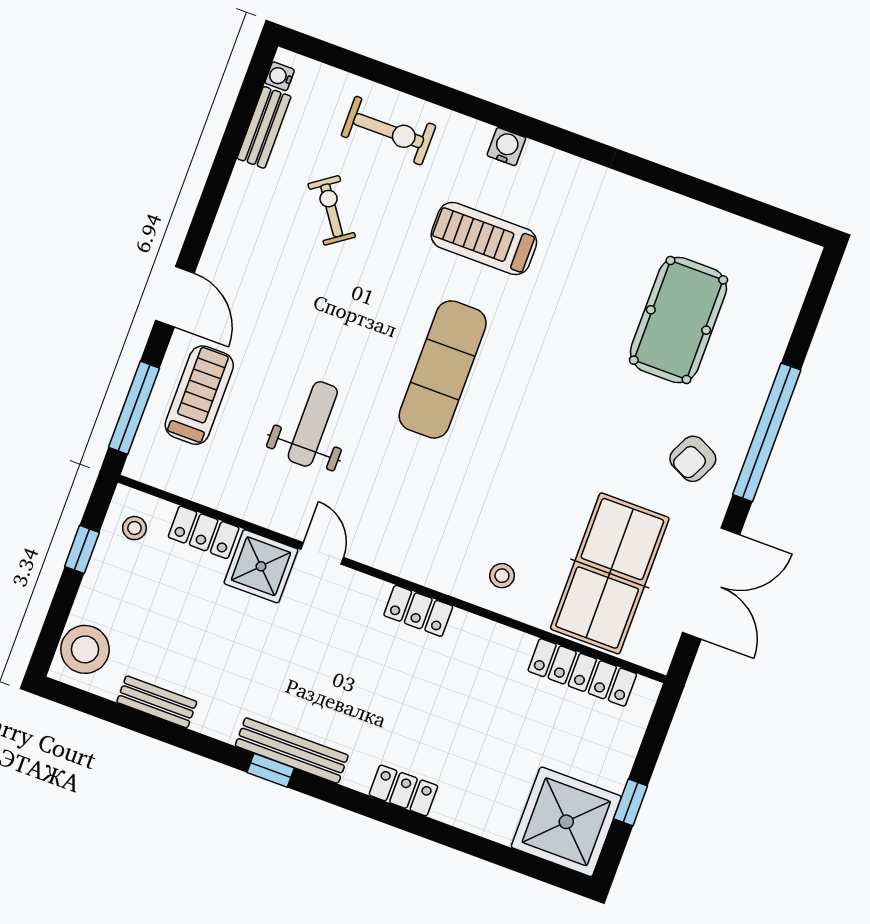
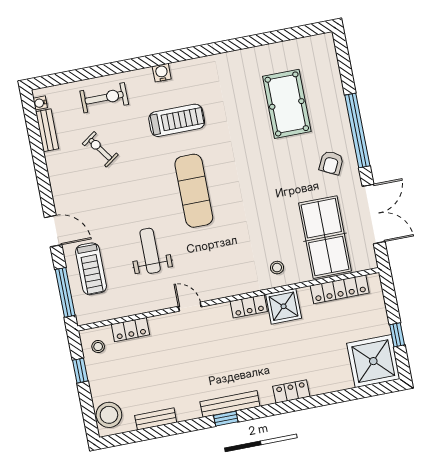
treadmill: (484, 238) -> (177, 120), turned 180
treadmill: (199, 395) -> (91, 269), turned 180
shower: (261, 566) -> (284, 306), moved

